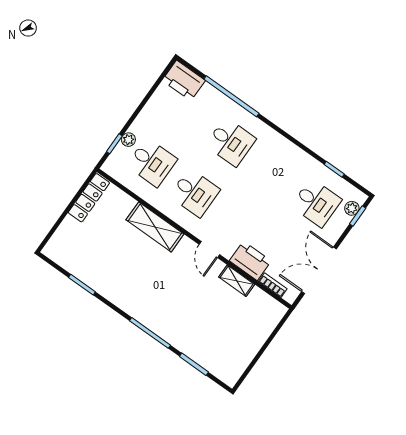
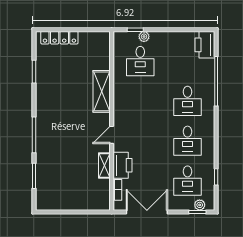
desk: (195, 193) -> (188, 141), moved
locker: (89, 198) -> (59, 38), moved

